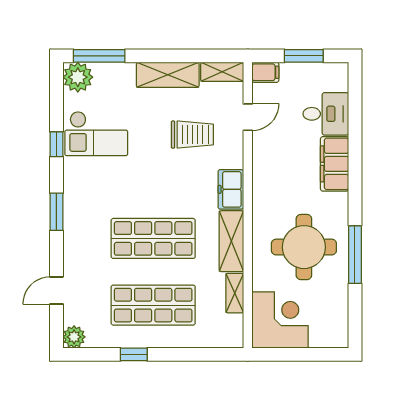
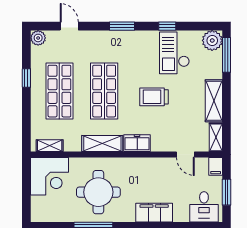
desk: (326, 114) -> (204, 207), moved
trolley: (192, 135) -> (154, 97), moved, turned 90
shelving: (235, 293) -> (50, 146), moved

